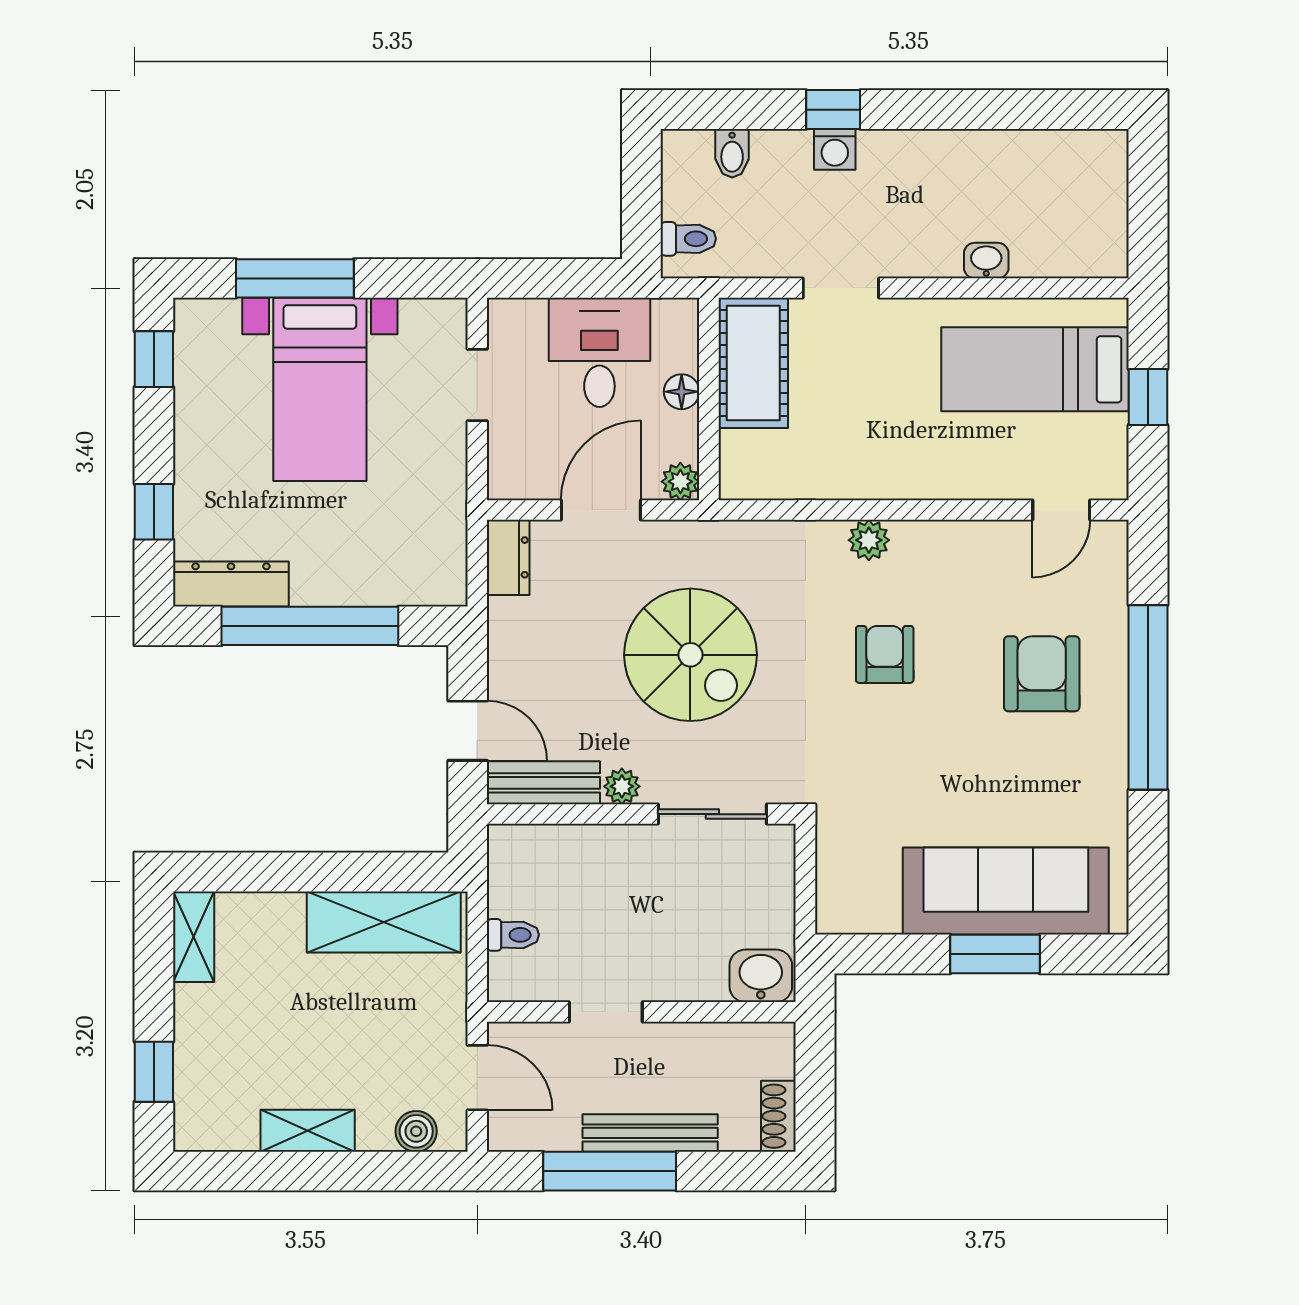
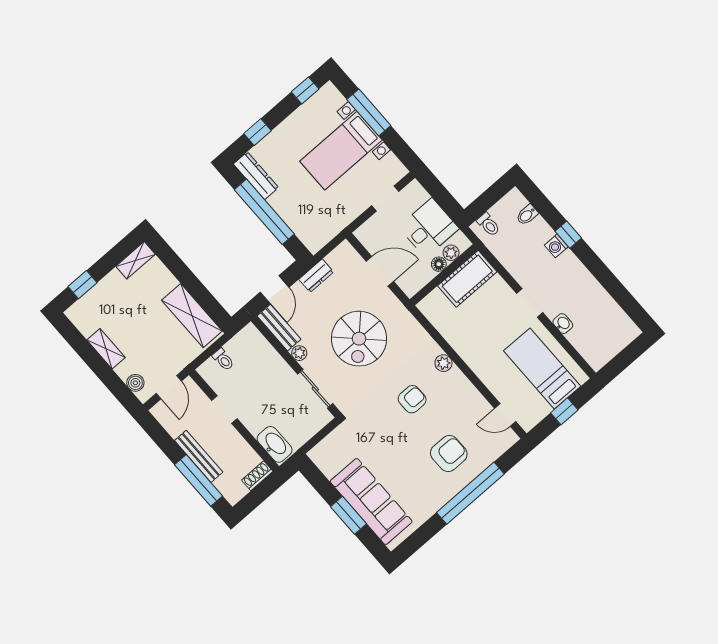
doorway: (841, 288) -> (530, 303), moved
plant: (680, 482) -> (451, 253), moved
dresser: (508, 557) -> (316, 276), moved
washbasin: (761, 976) -> (275, 444), width x1.38
shoe rack: (778, 1116) -> (257, 476), moved
window: (610, 1171) -> (199, 480), moved

